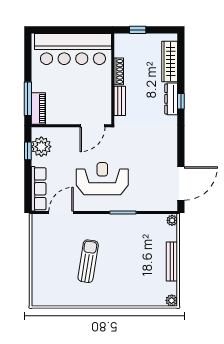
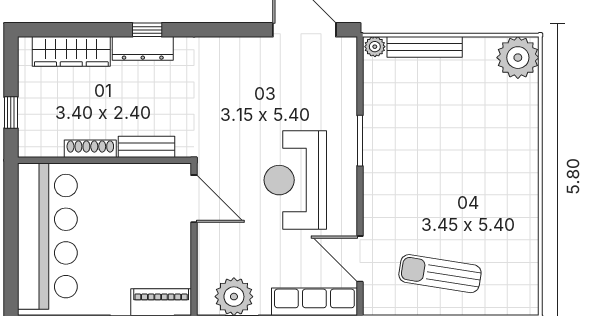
sun lounger: (88, 261) -> (440, 274), moved
bench: (172, 262) -> (425, 47), moved
plant: (172, 300) -> (518, 58), width x1.87, depth x1.87

